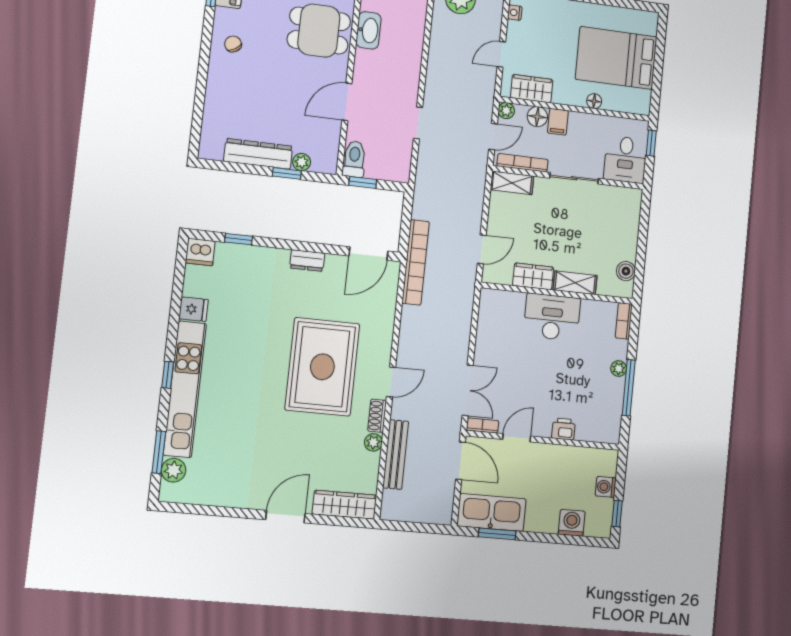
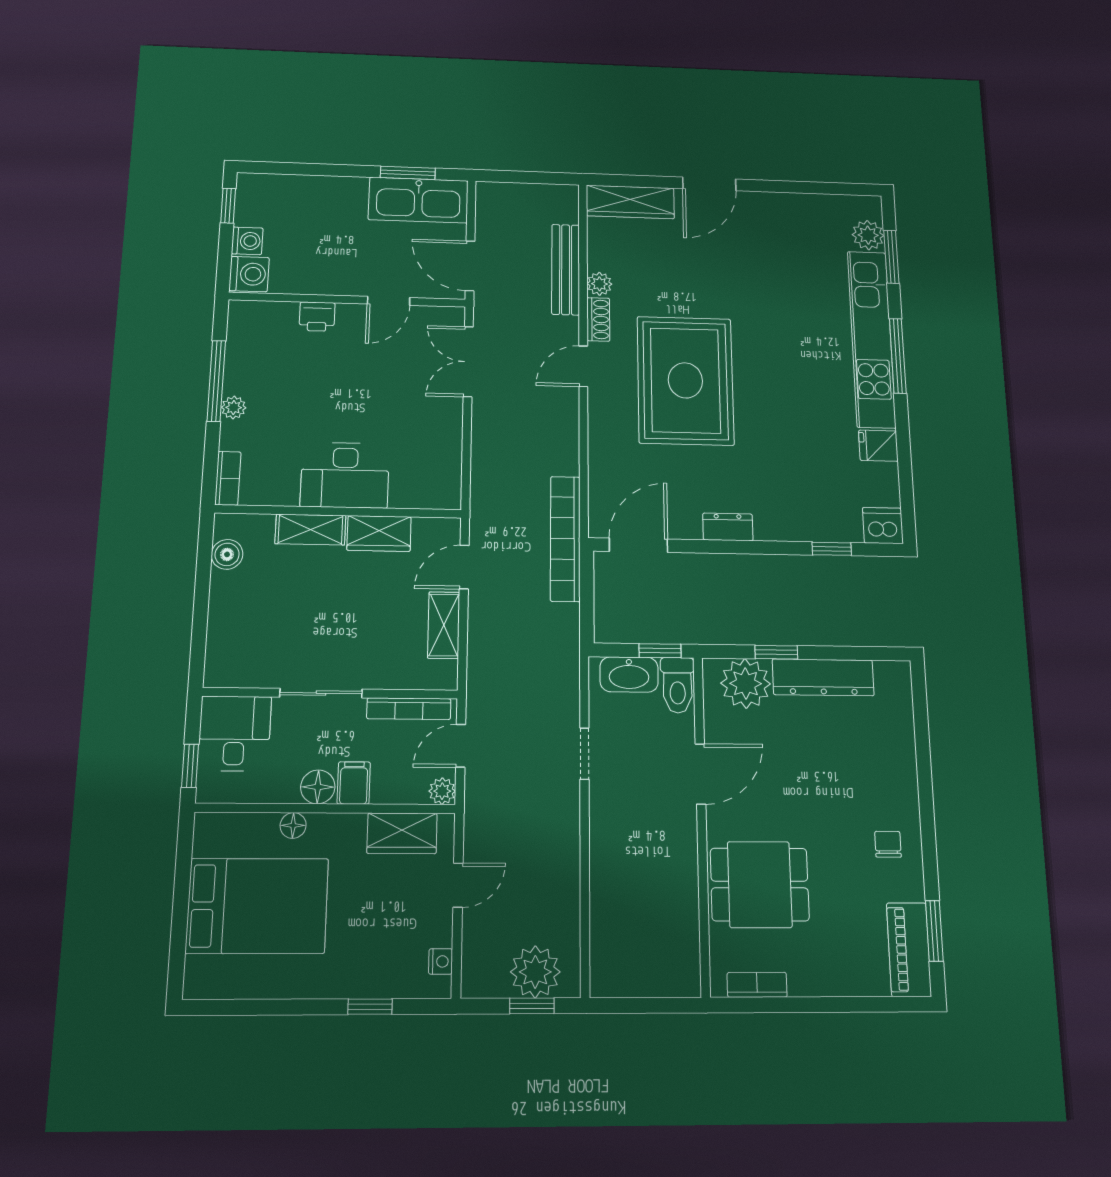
washbasin: (369, 30) -> (629, 674), moved, turned -90
chair: (233, 44) -> (888, 844), turned -147
floor lamp: (537, 117) -> (318, 787), moved
plant: (302, 162) -> (746, 683), width x1.88, depth x1.88
shelving: (512, 183) -> (444, 625), moved, turned 90
window: (168, 375) -> (898, 356), width x2.17
bookcase: (482, 426) -> (441, 315), removed
washing machine: (572, 523) -> (249, 274), moved, turned -90

